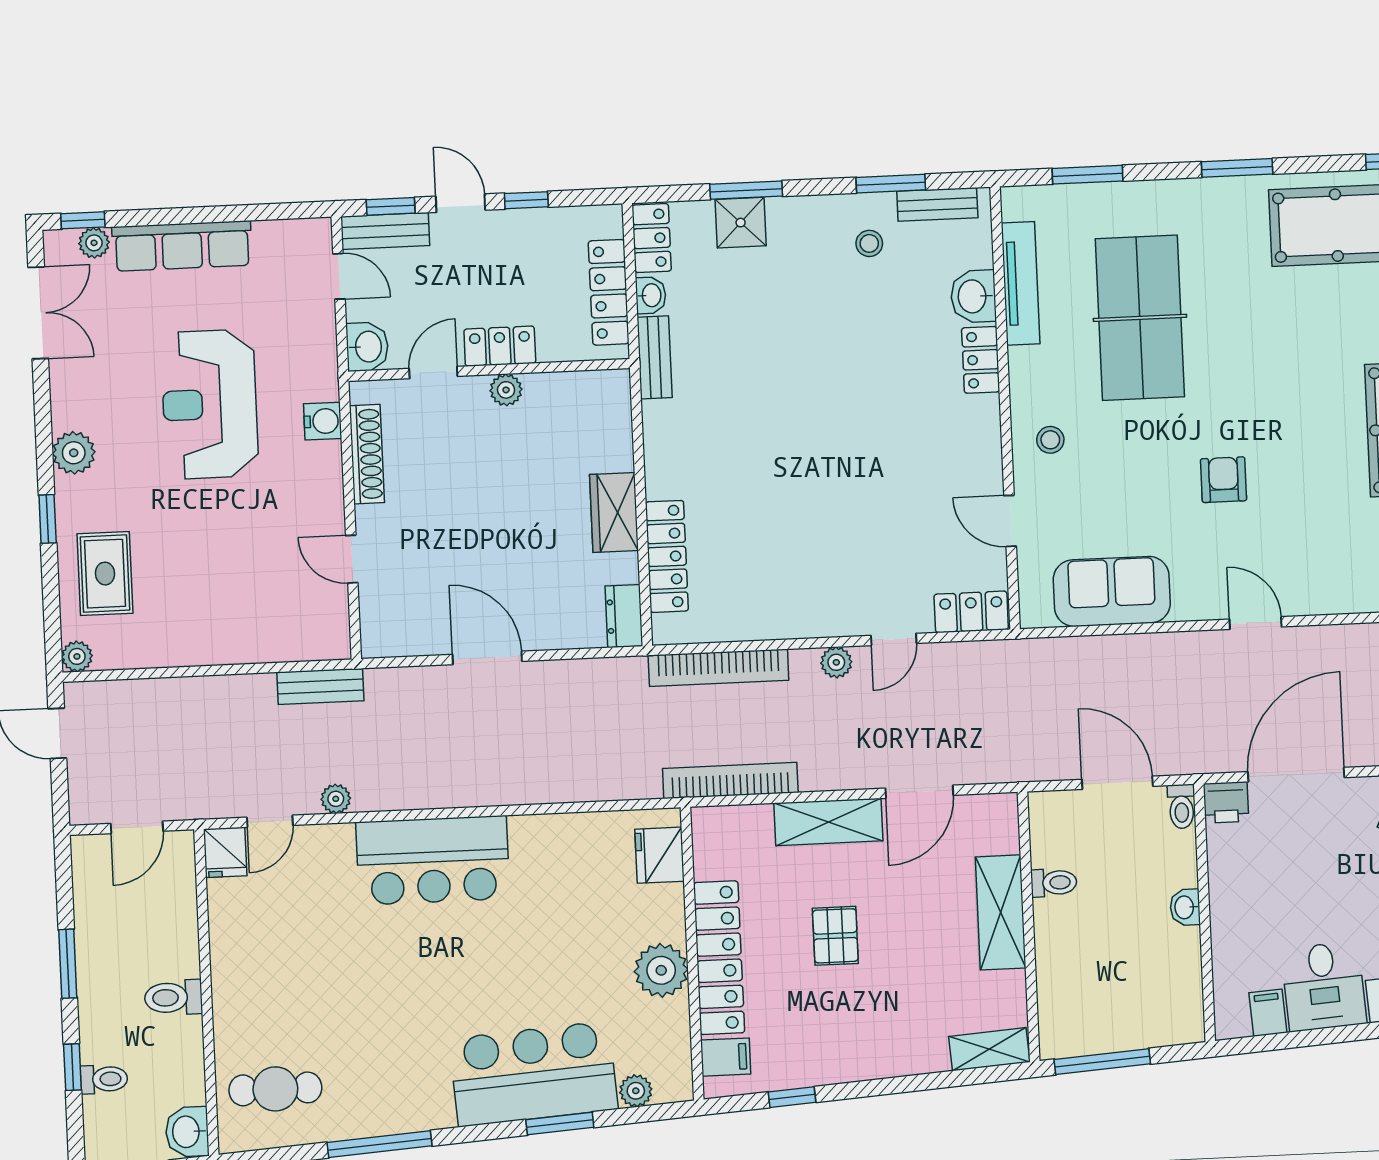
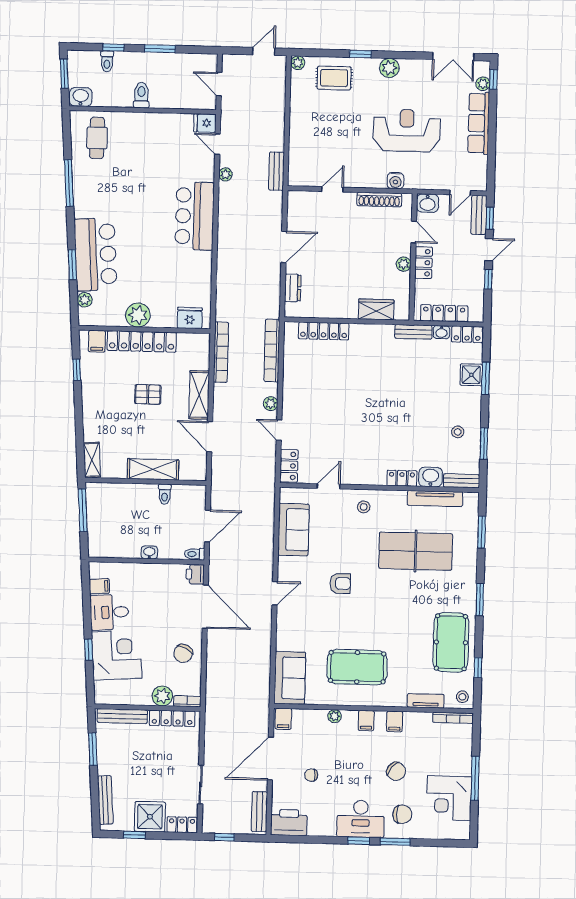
bench: (937, 204) -> (461, 481), moved, turned 90
wardrobe: (614, 512) -> (376, 309), moved
dresser: (624, 616) -> (293, 288), moved, turned 90

